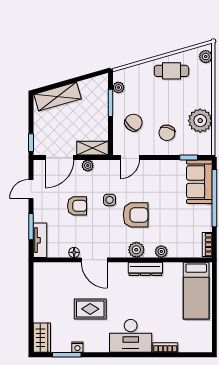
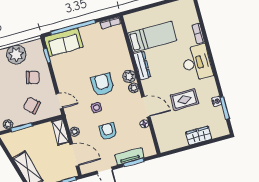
tv unit: (40, 240) -> (129, 156), moved
plant: (161, 251) -> (134, 88), moved
door: (94, 260) -> (146, 107), hinge flipped
bed: (196, 291) -> (152, 37), moved
rug: (90, 309) -> (184, 99), turned 90
wardrobe: (42, 338) -> (199, 136), moved

